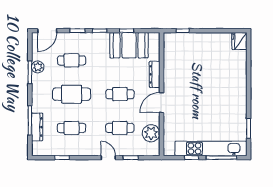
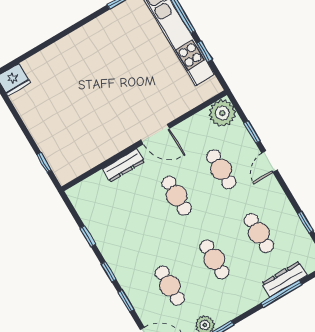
booth: (129, 45) -> (105, 222), removed
cafe table: (72, 94) -> (214, 259), width x0.73, depth x0.74
plant: (151, 133) -> (222, 113), moved

